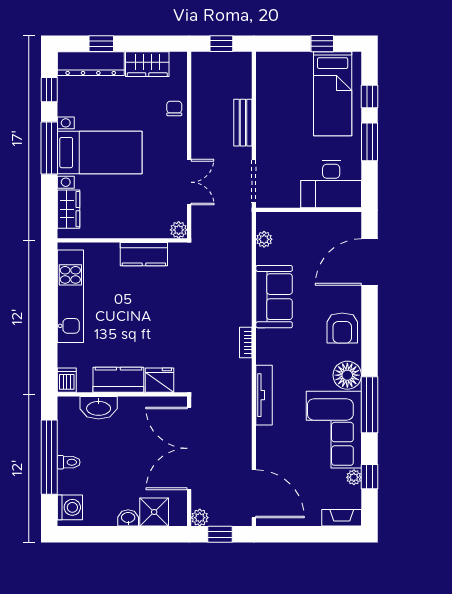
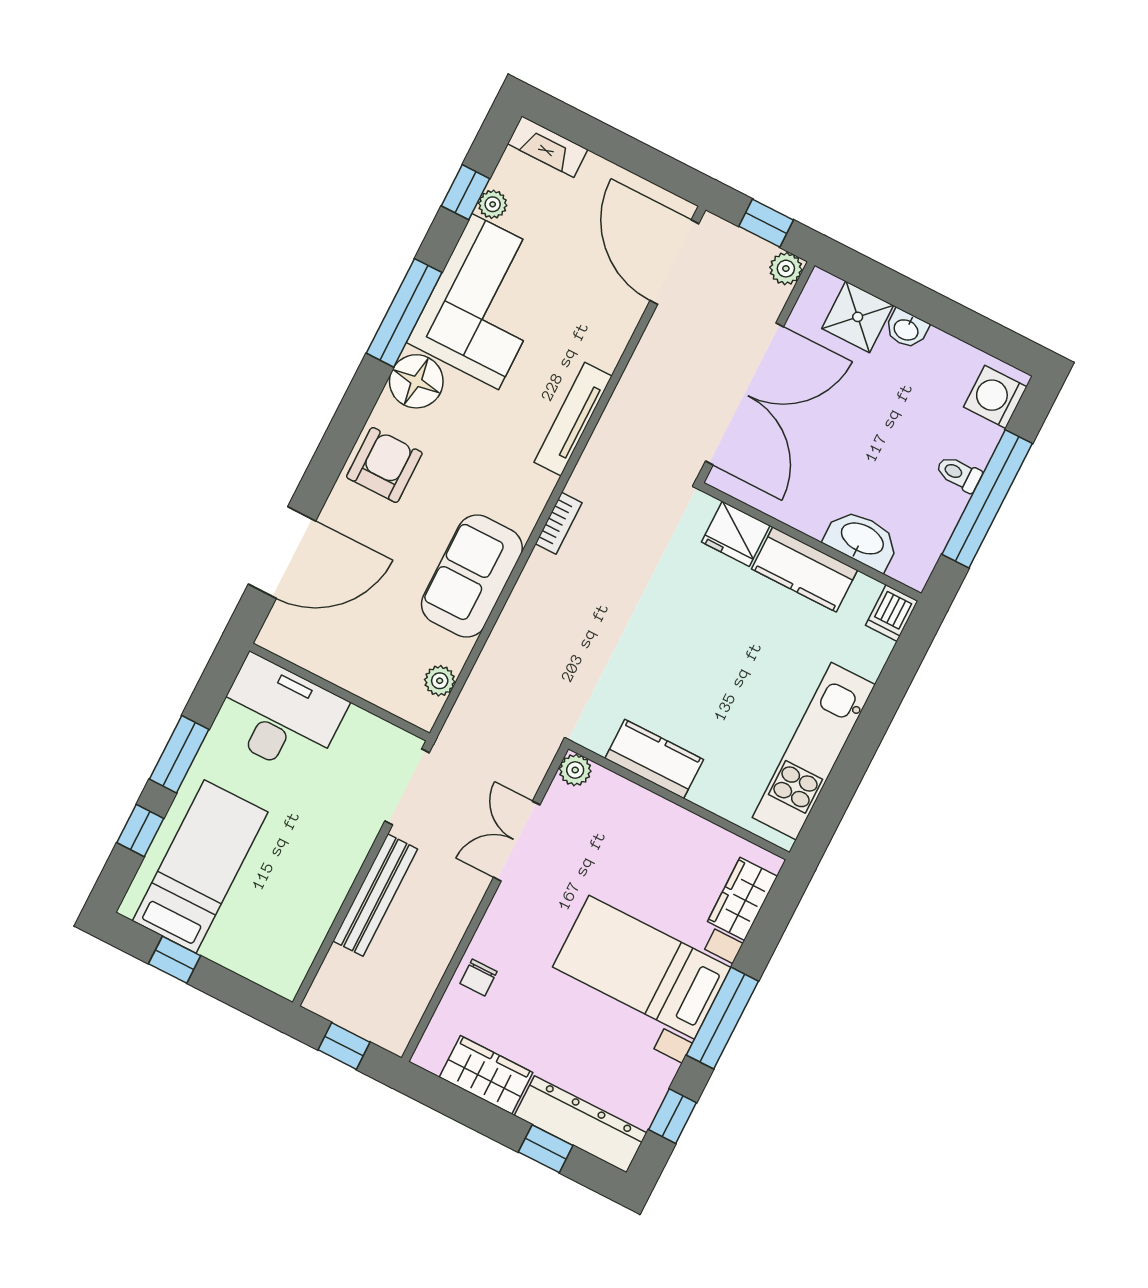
bench: (243, 123) -> (375, 895), width x1.36

